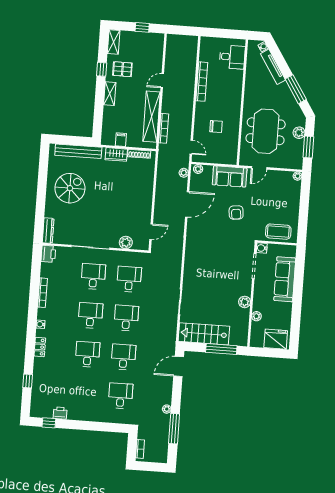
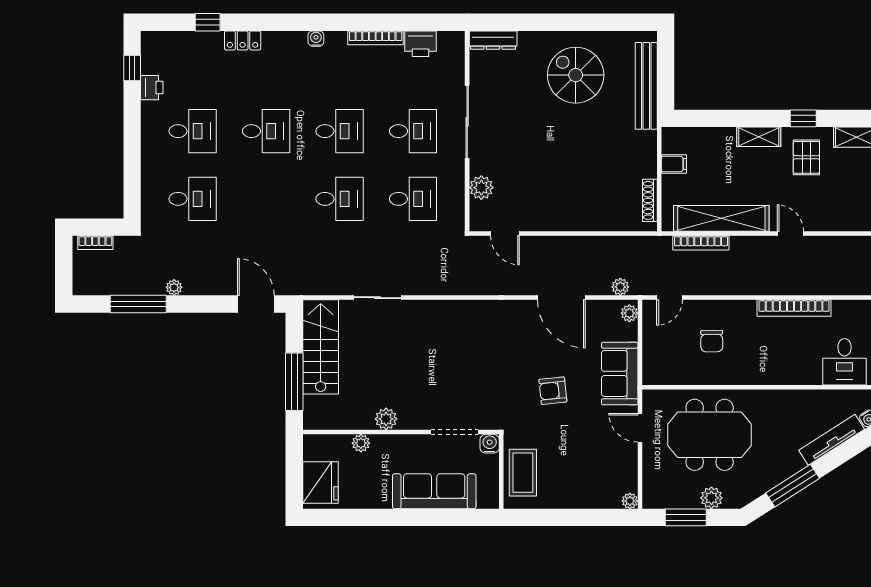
wardrobe: (116, 154) -> (645, 157), removed
spiral stairs: (70, 188) -> (576, 75), turned 180
printer: (48, 254) -> (420, 44), moved
locker: (40, 347) -> (243, 40), moved
desk: (123, 357) -> (193, 131), moved

